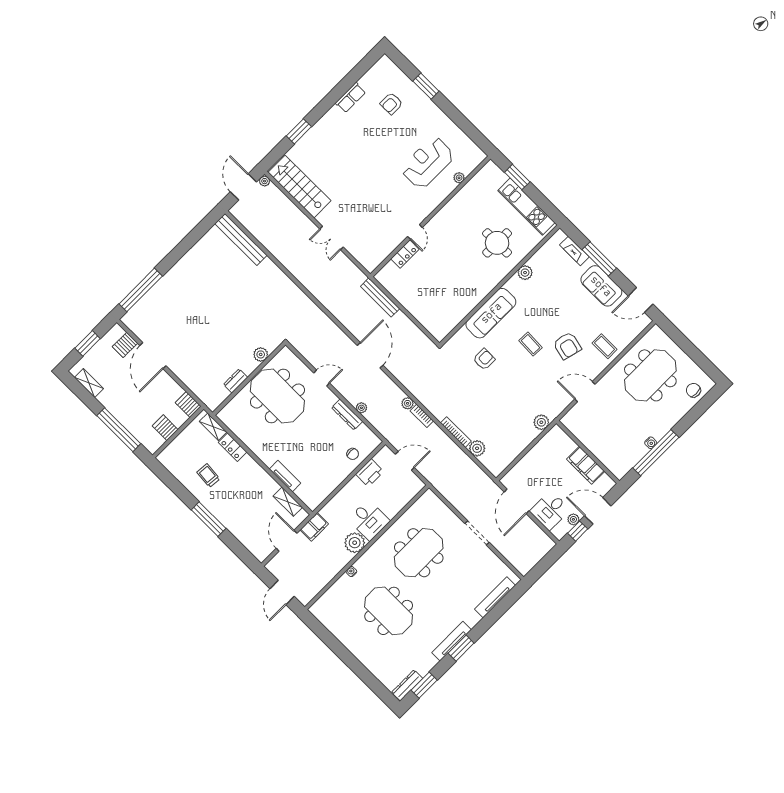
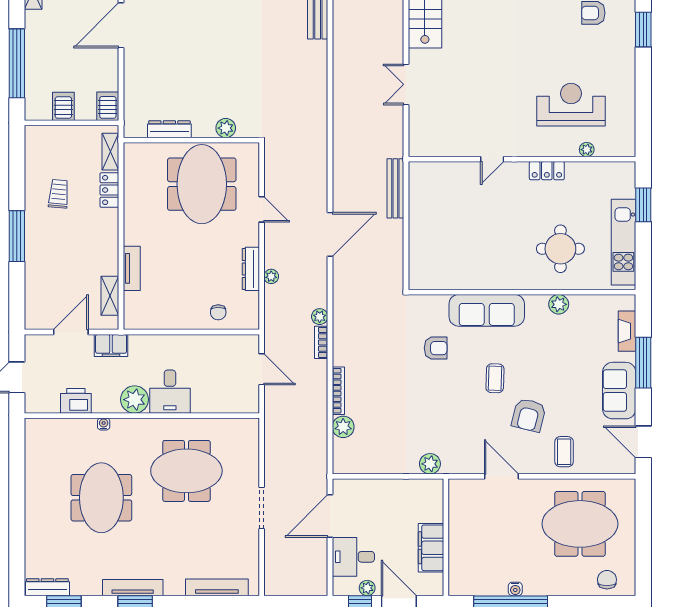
locker: (405, 254) -> (547, 171), moved
dresser: (236, 381) -> (169, 129), width x1.44
printer: (370, 473) -> (76, 401), moved, turned 180

